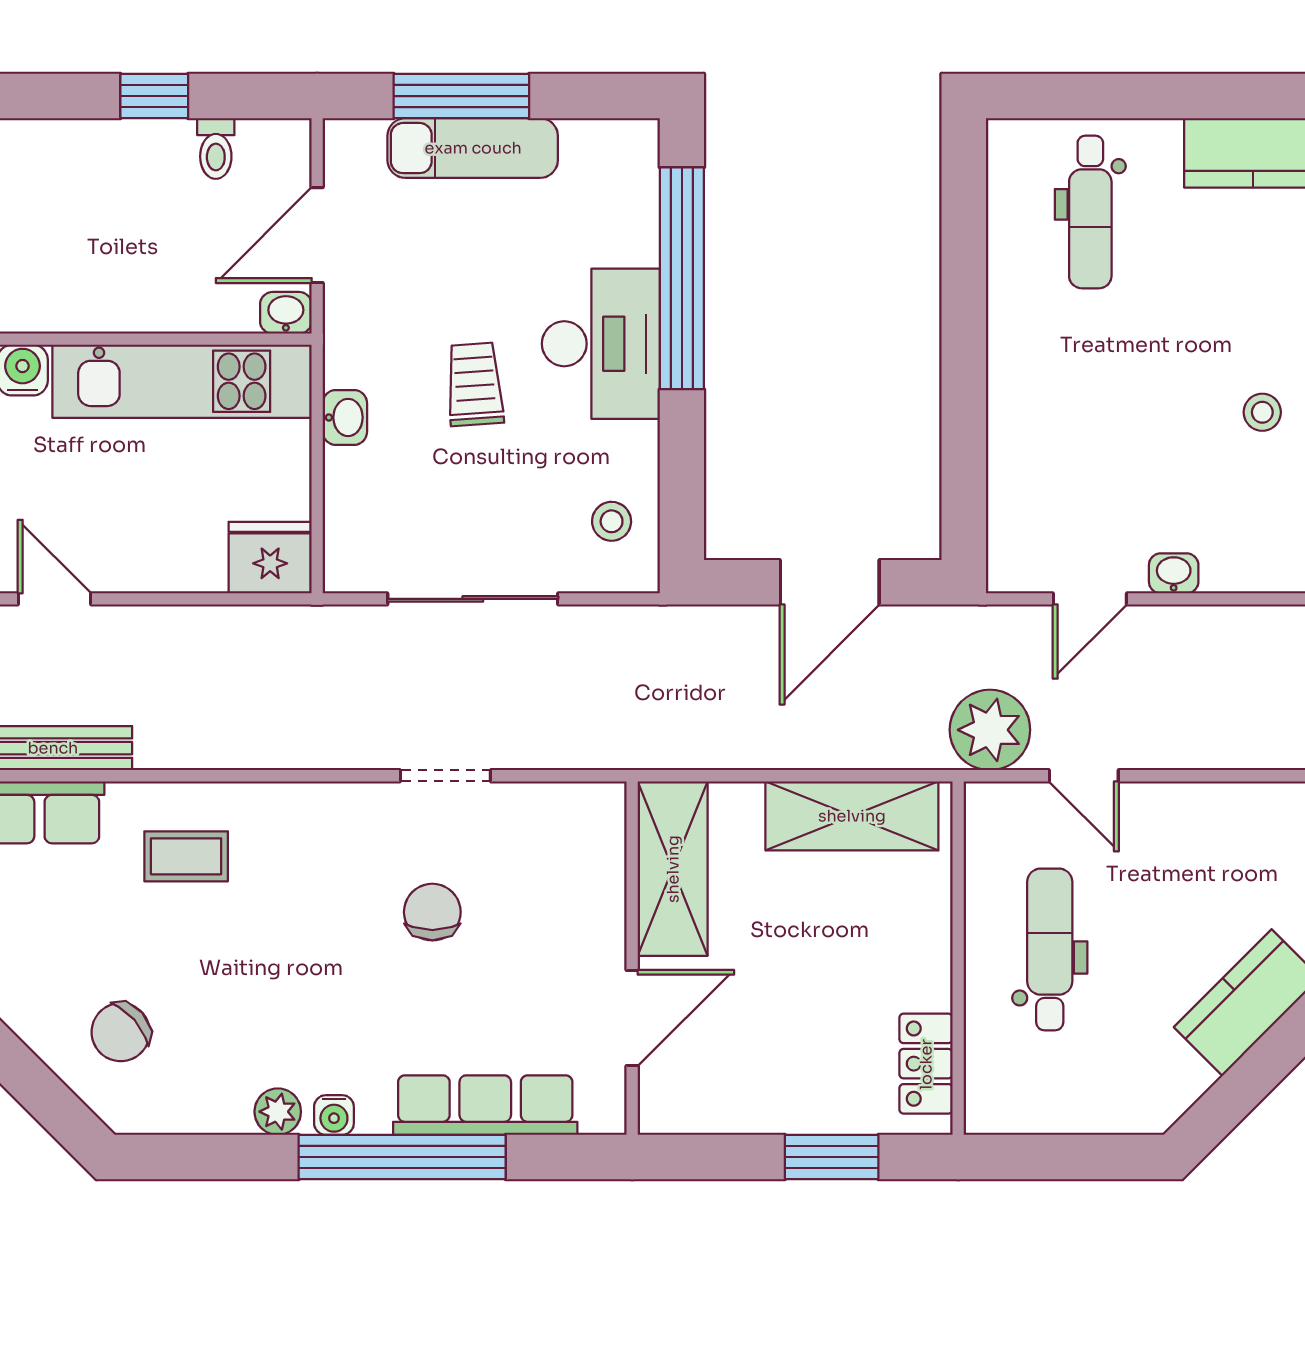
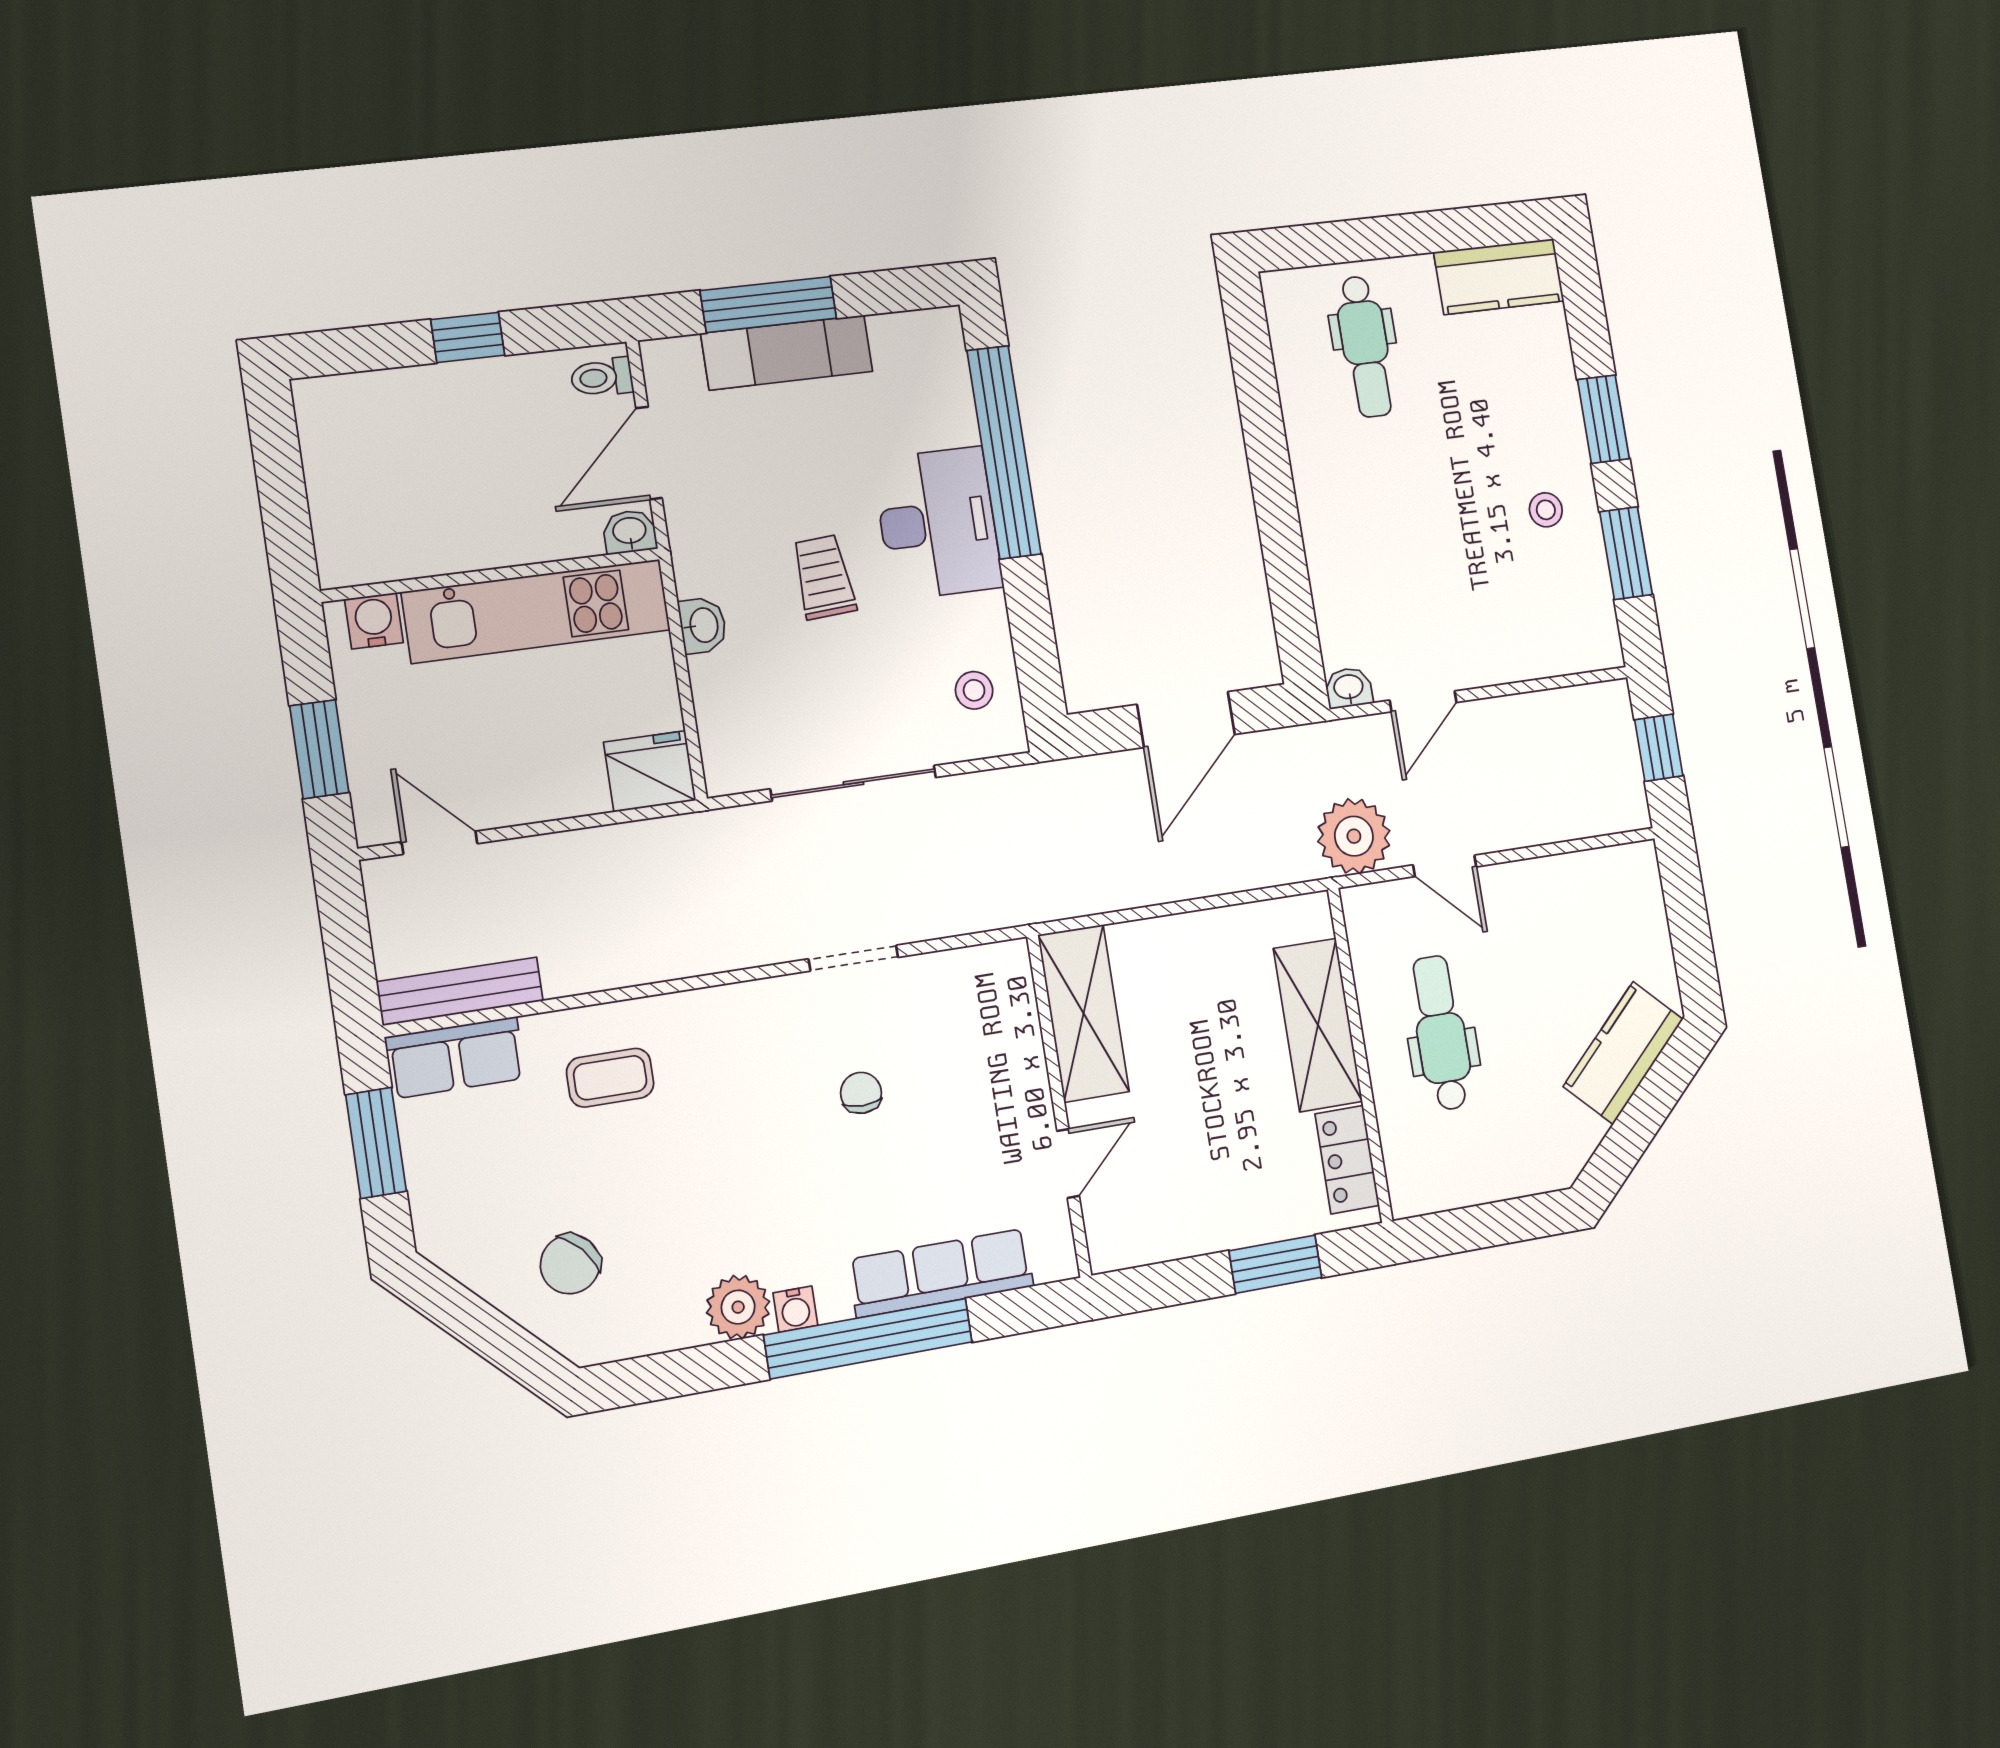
toilet: (216, 149) -> (602, 377), moved, turned 90
washbasin: (1174, 573) -> (1349, 688), moved
shelving: (852, 816) -> (1318, 1025), moved, turned 90
chair: (432, 912) -> (861, 1093), width x0.73, depth x0.73
door: (632, 1018) -> (1068, 1163), width x0.73
plant: (278, 1112) -> (738, 1307), width x1.38, depth x1.38

